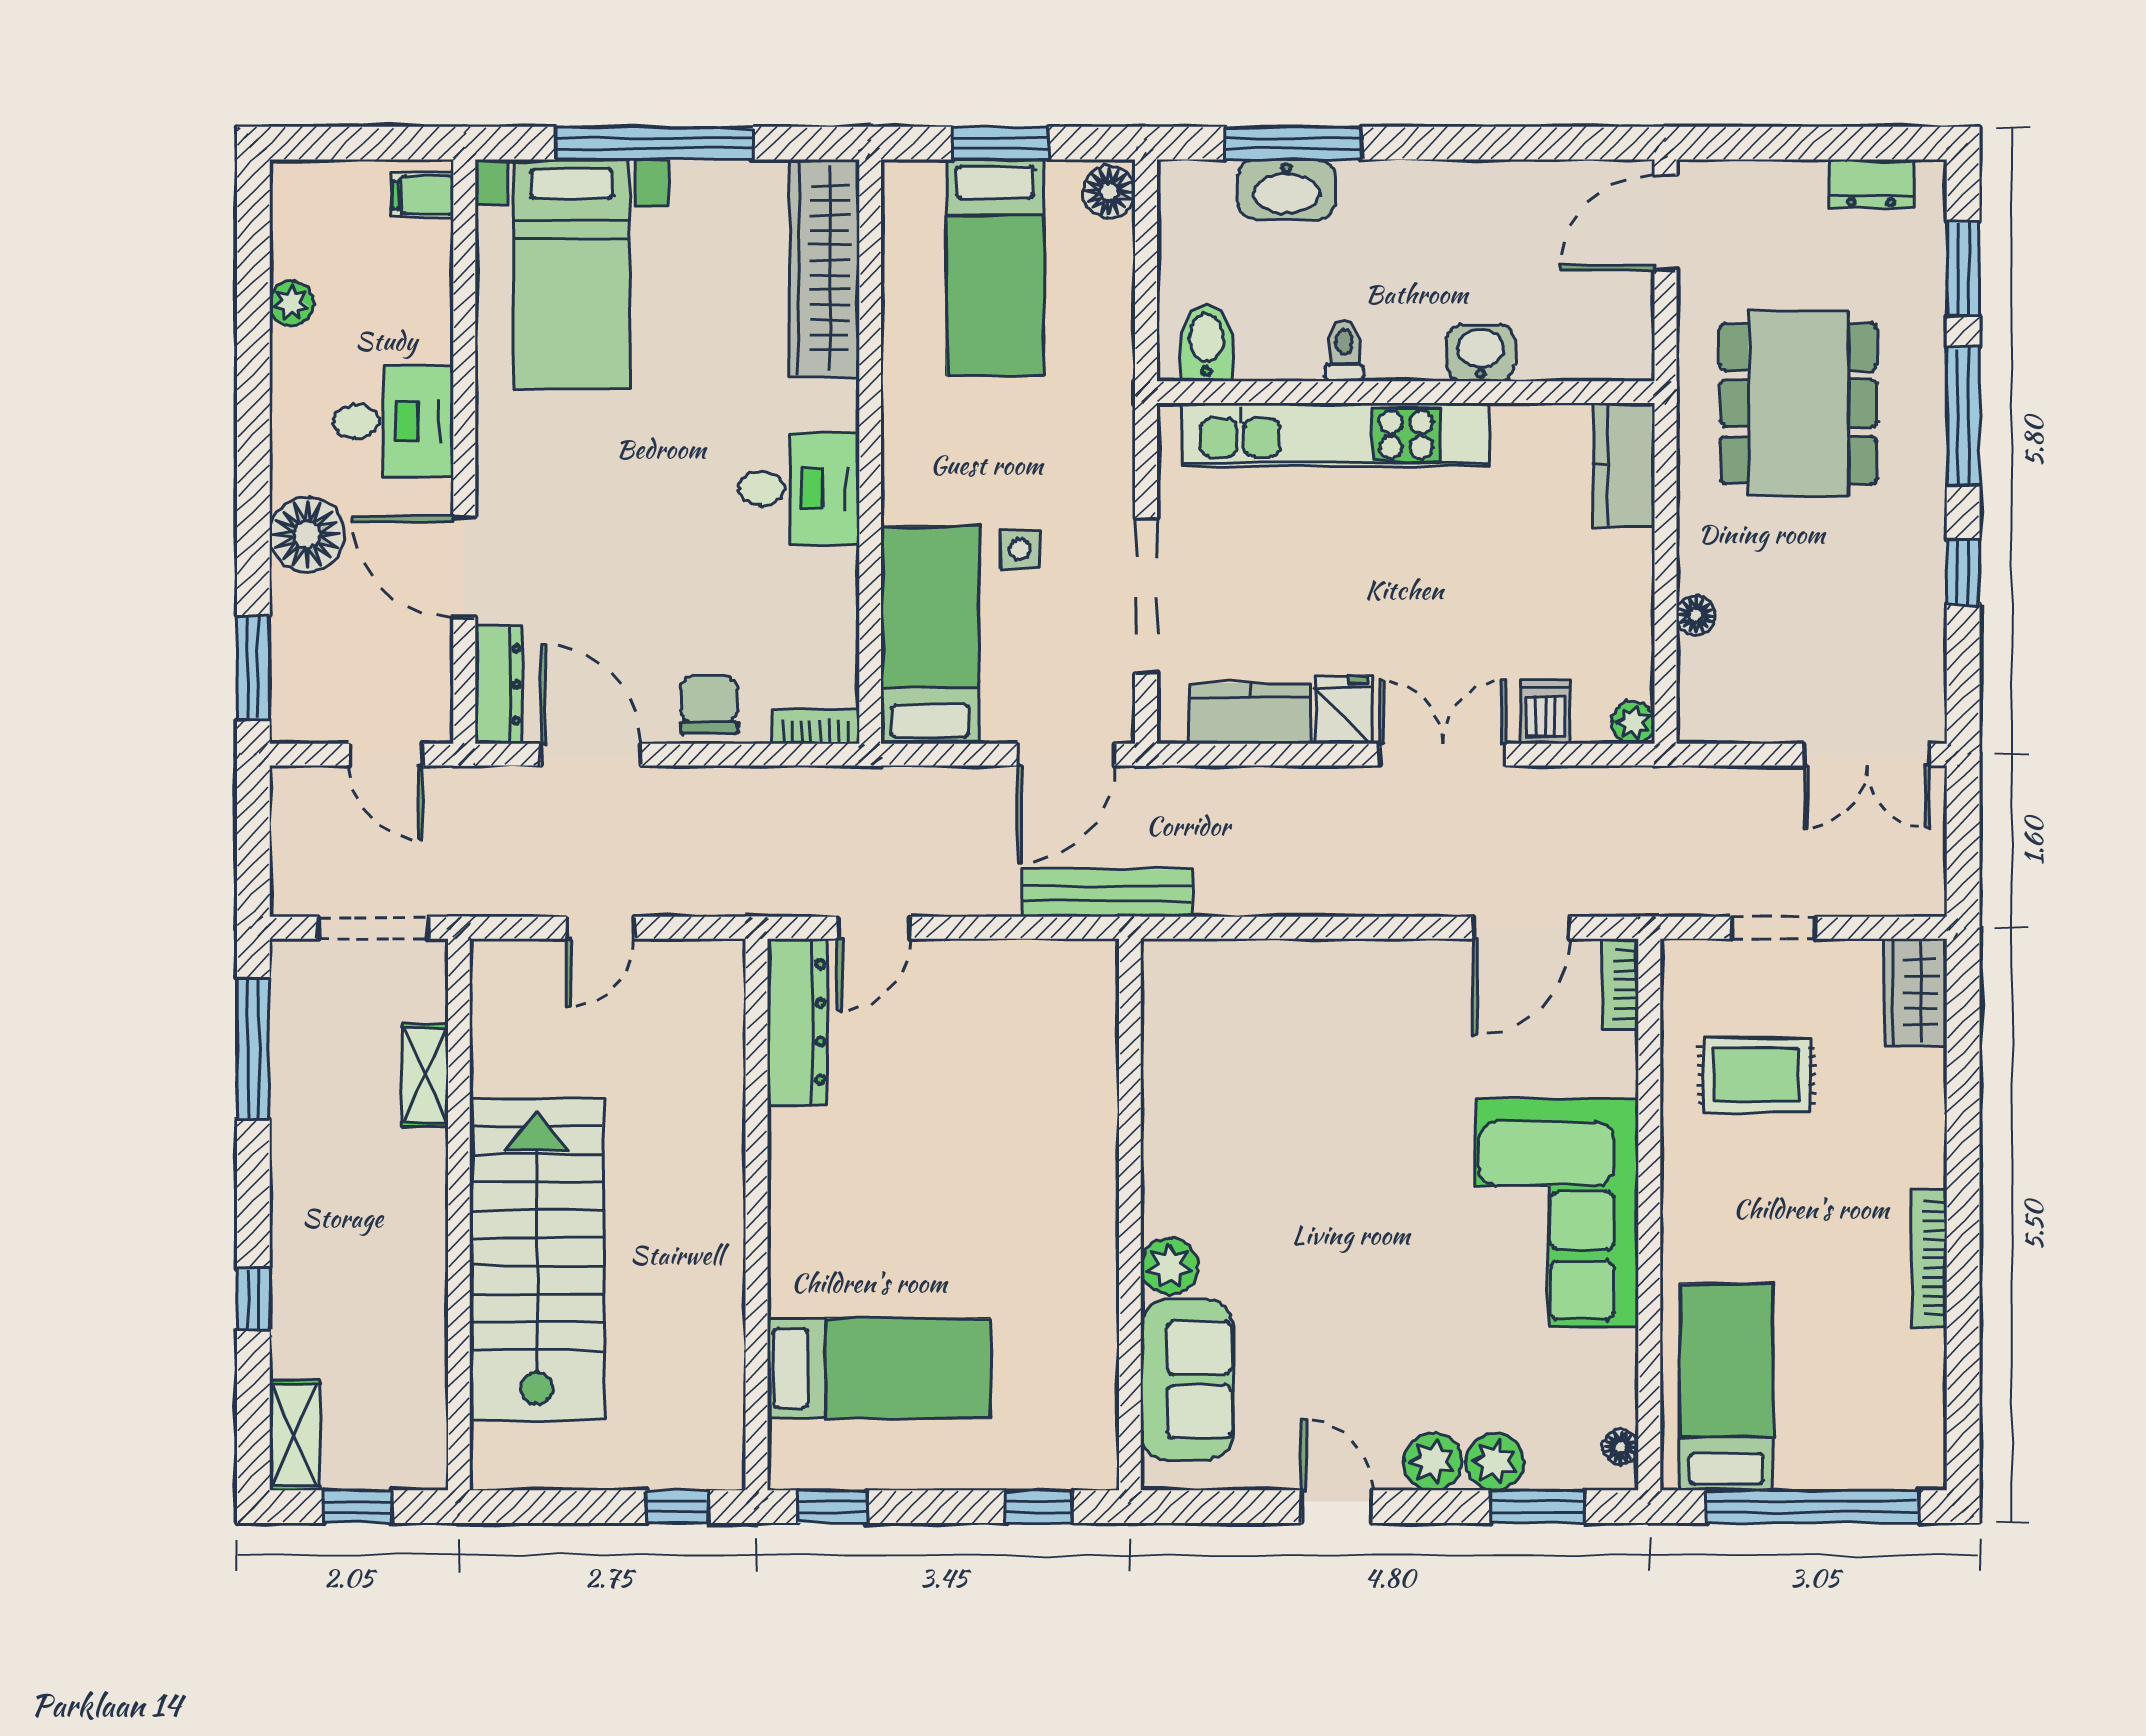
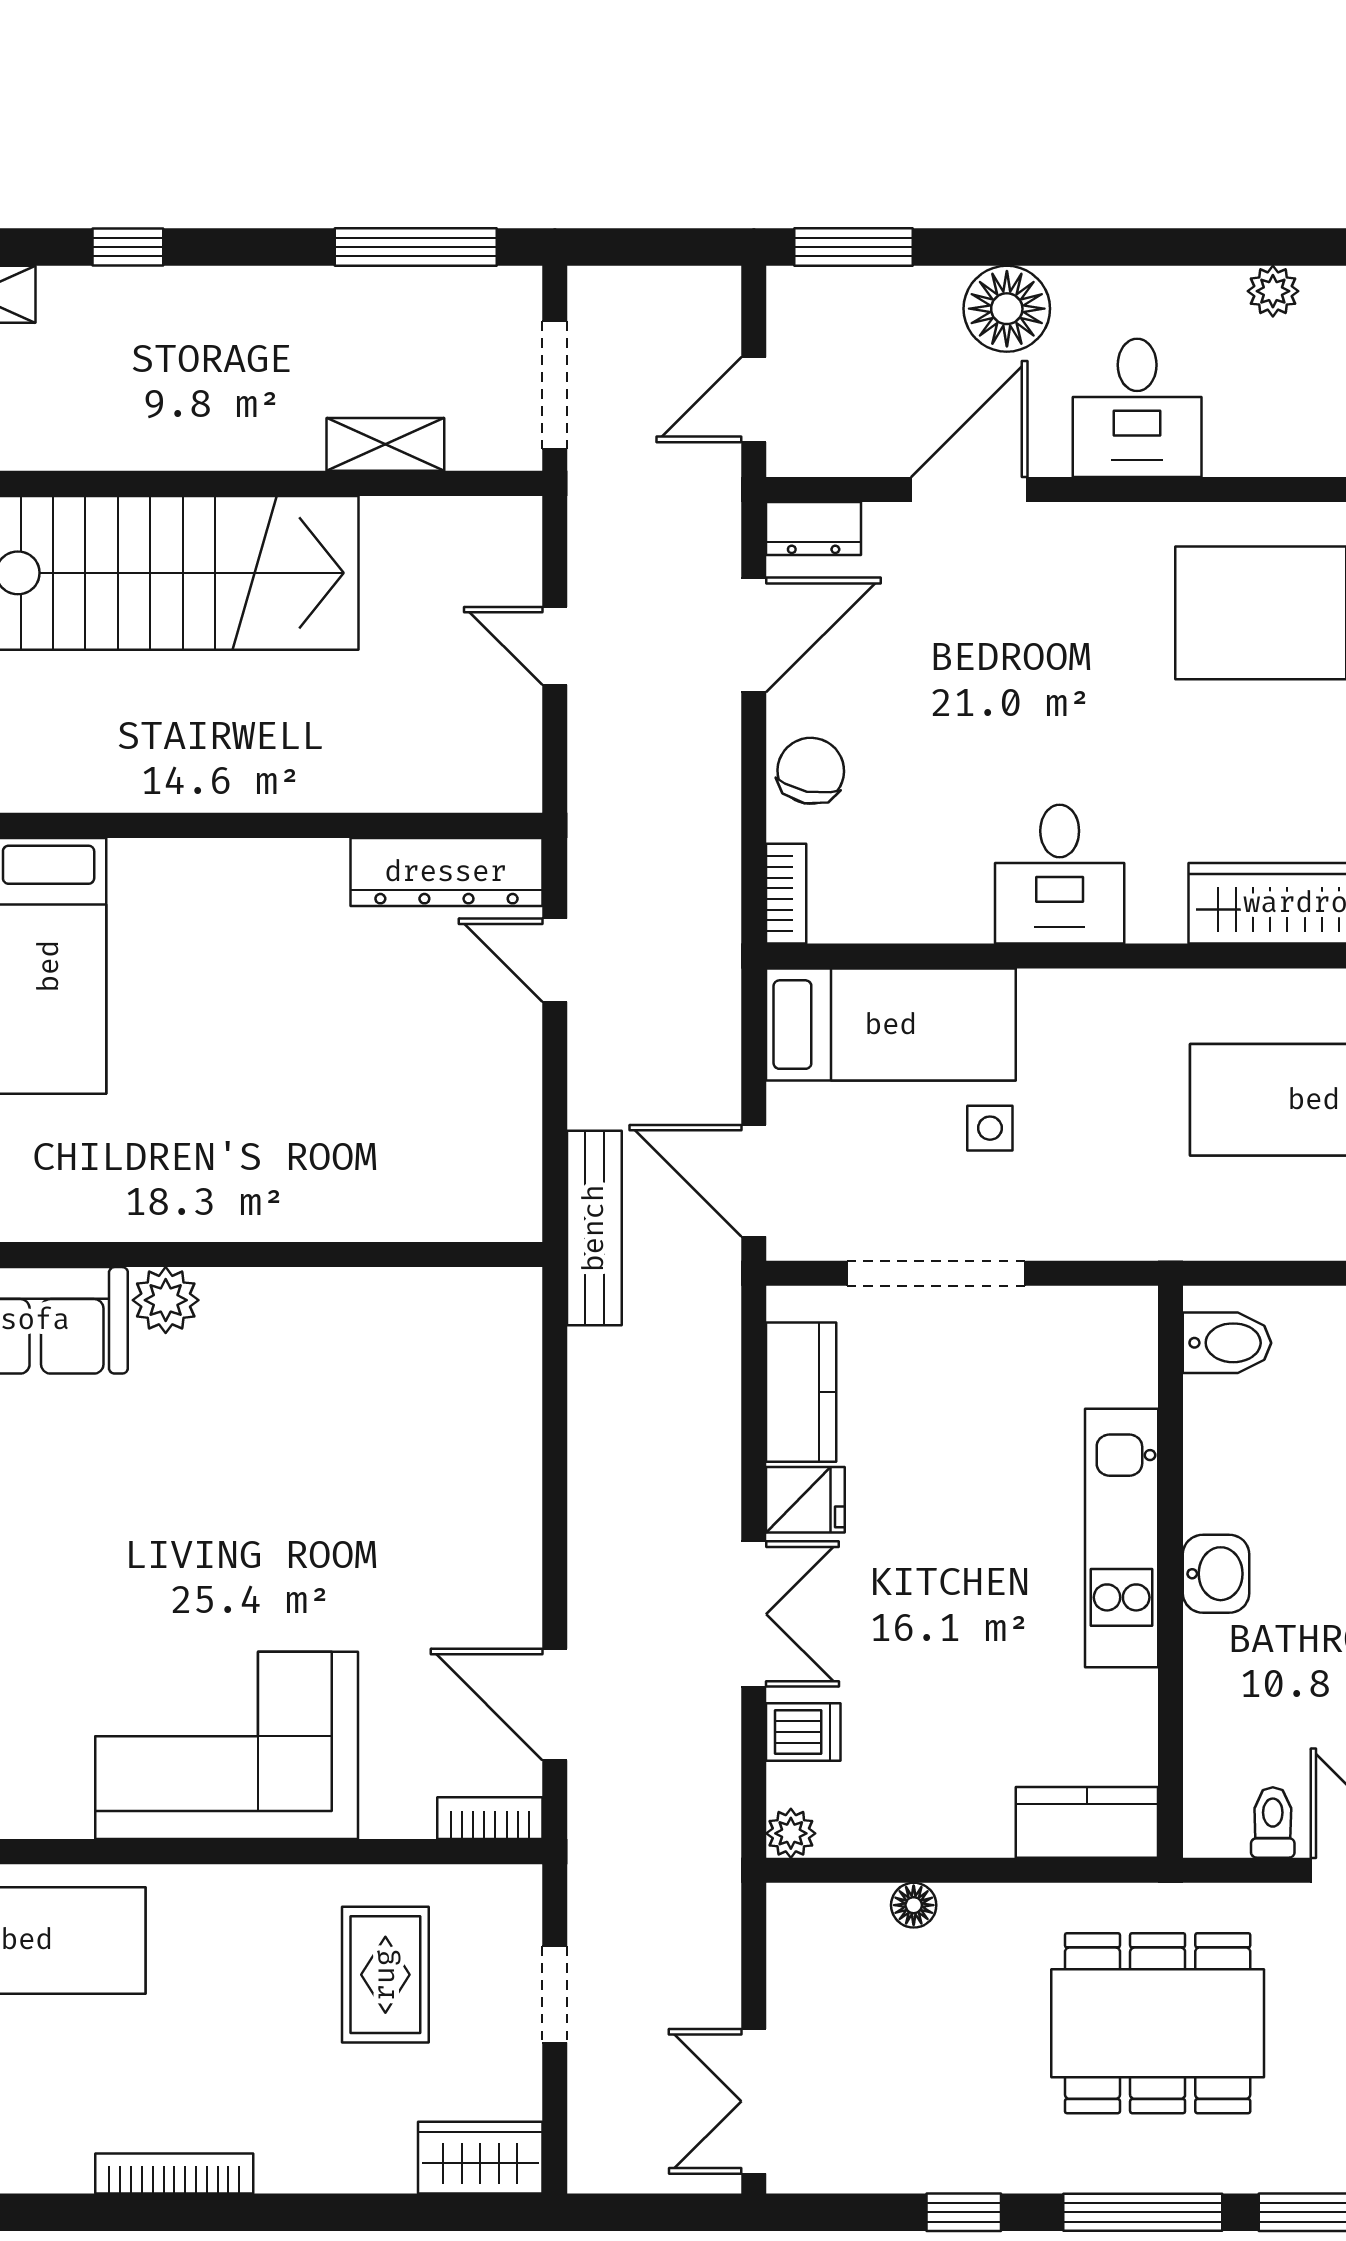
toilet: (1344, 350) -> (1273, 1822), moved, turned -90
washbasin: (1481, 353) -> (1216, 1574), moved
kitchen unit: (1335, 435) -> (1122, 1538), width x0.73
dresser: (498, 685) -> (814, 529), width x0.70
chair: (709, 705) -> (811, 771), turned -79

